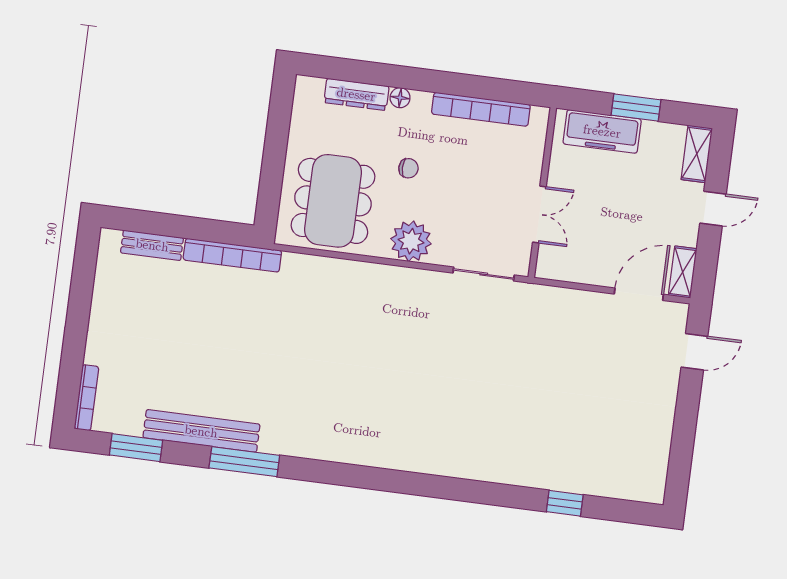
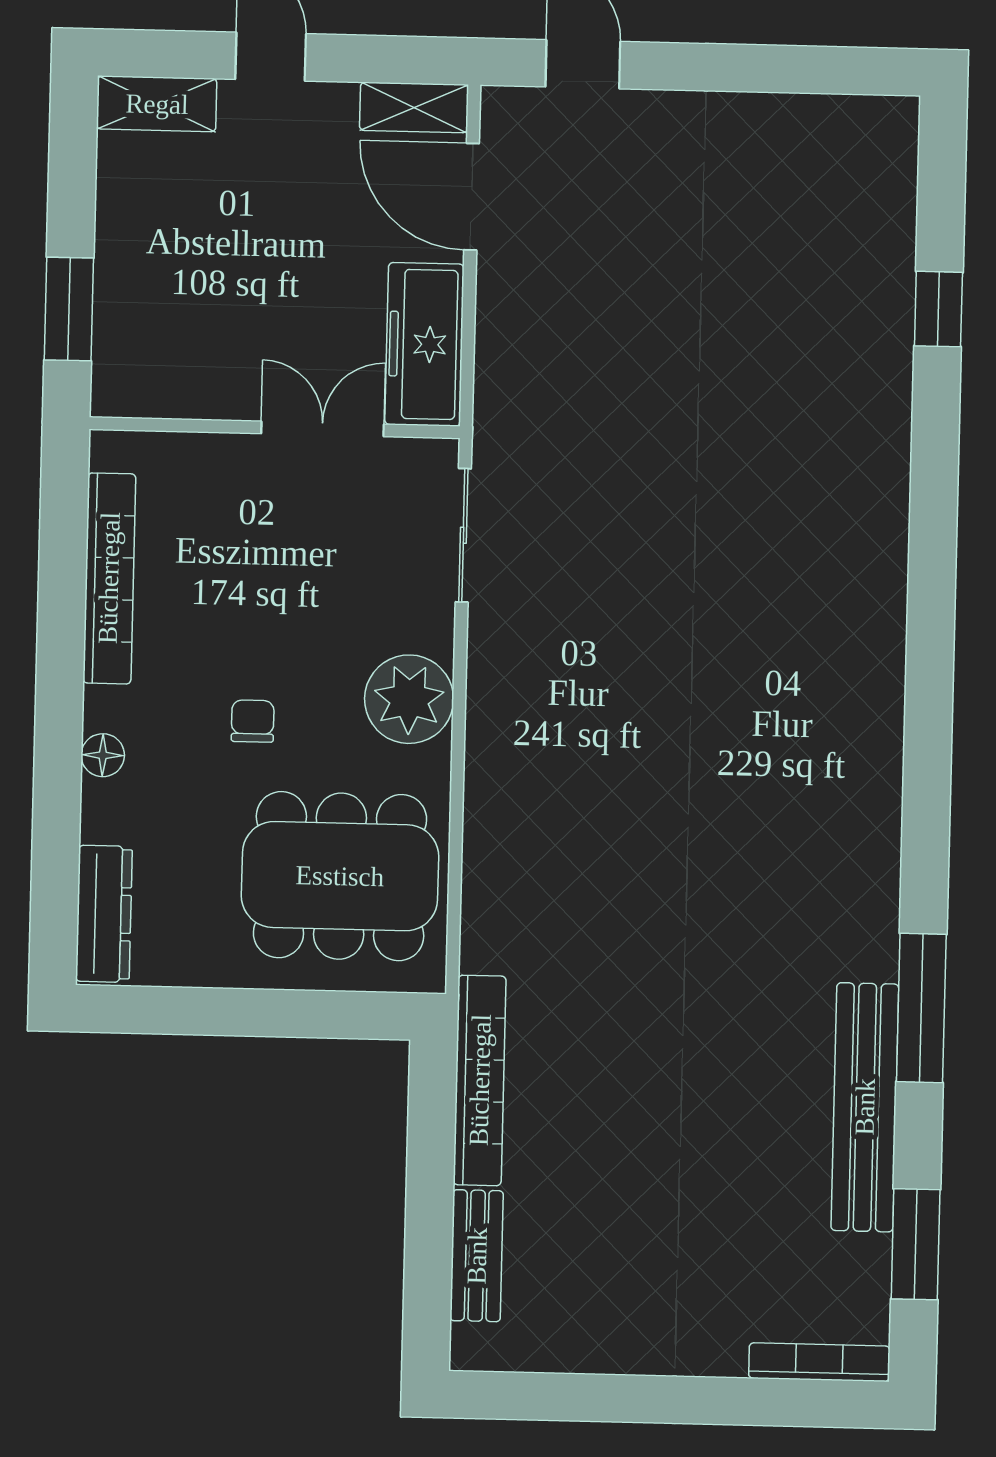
dresser: (356, 94) -> (104, 914), moved
window: (636, 107) -> (69, 309), moved
freezer: (602, 131) -> (424, 344), moved, turned 180

